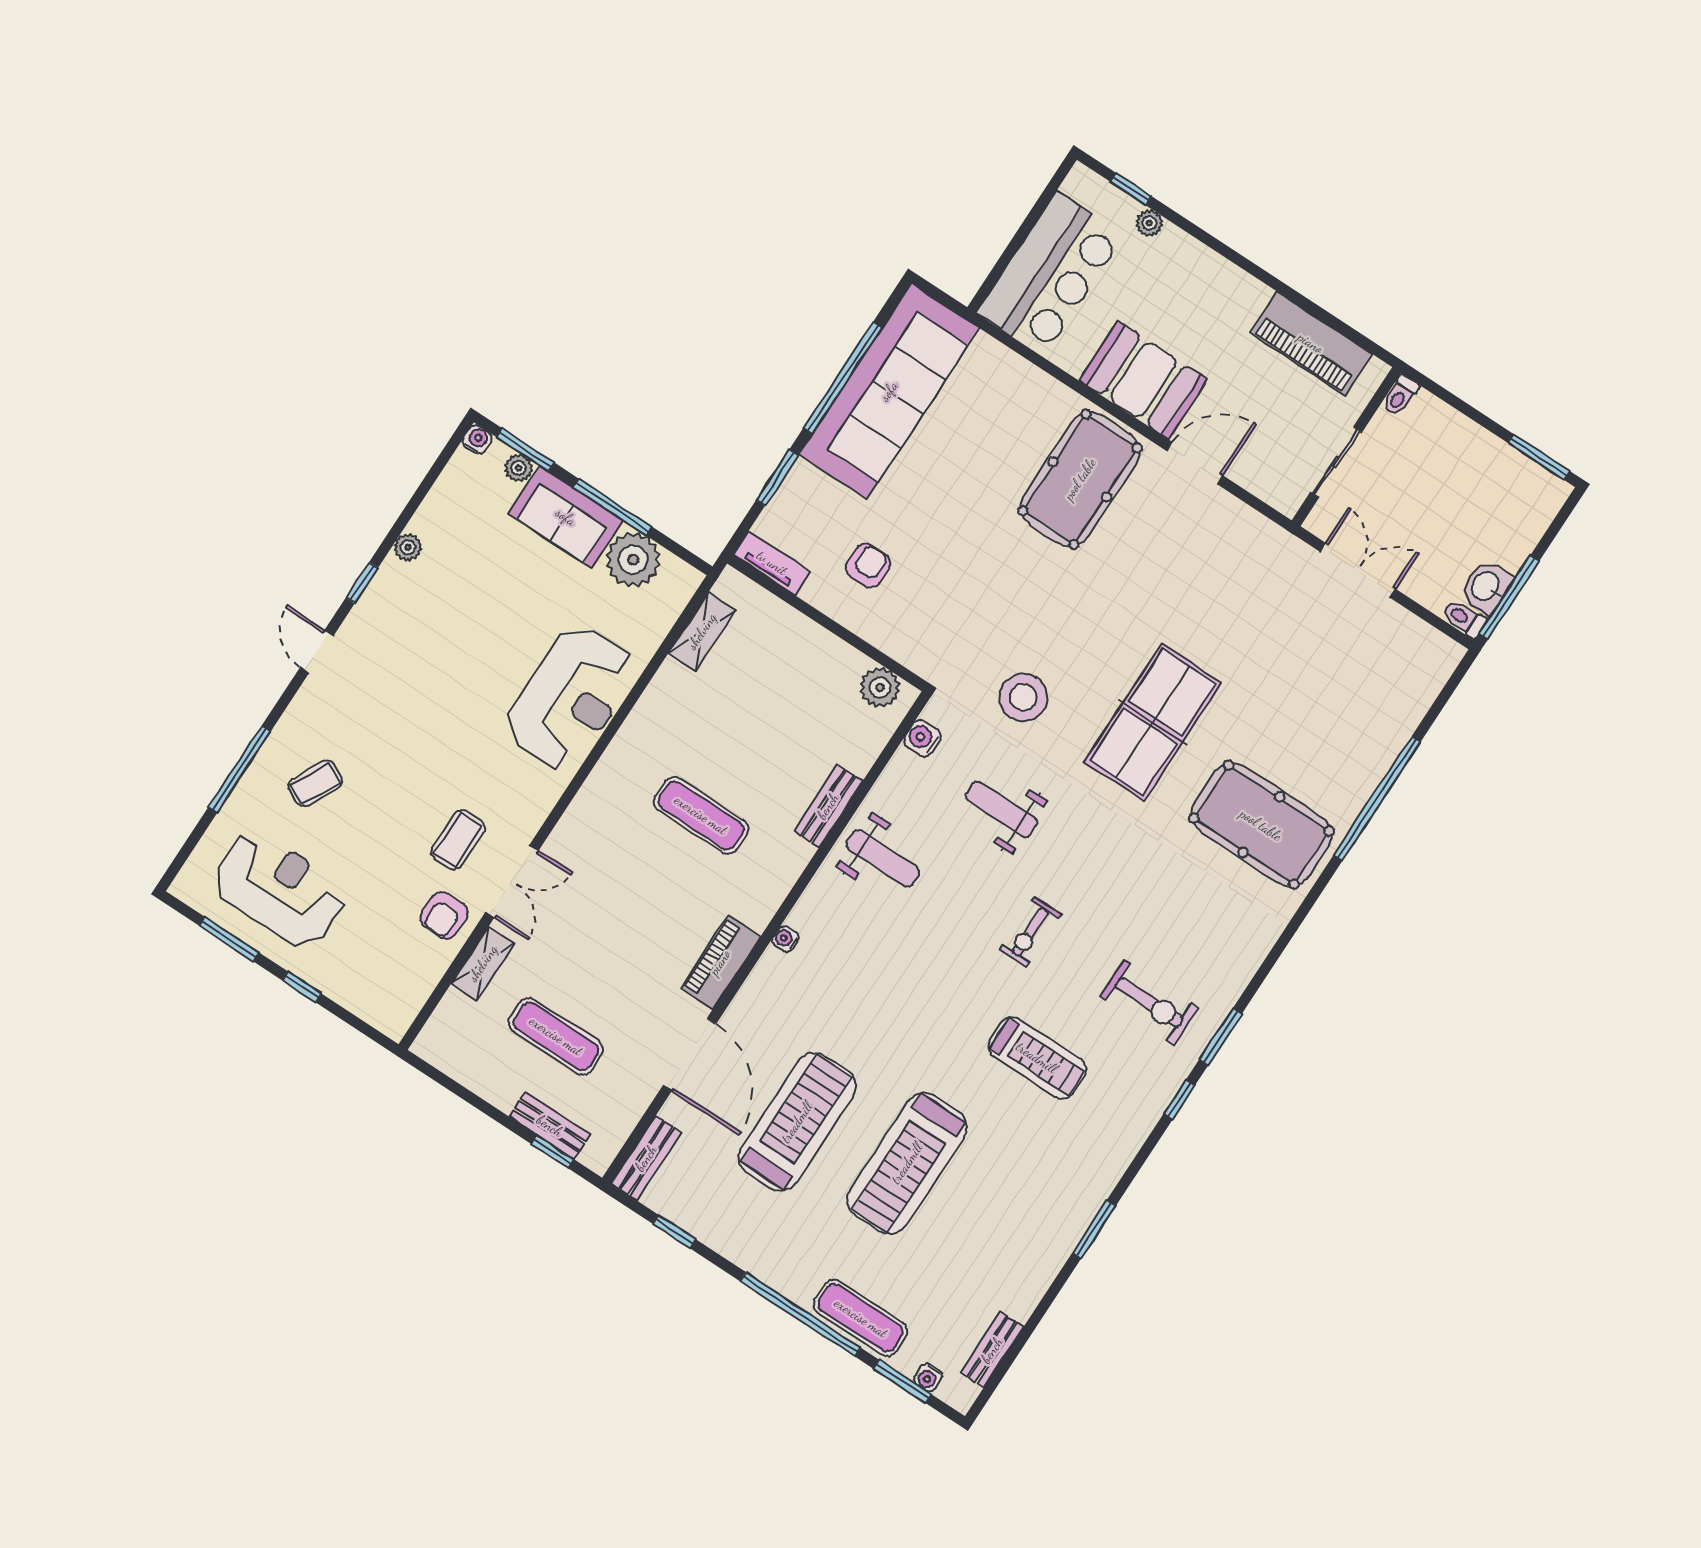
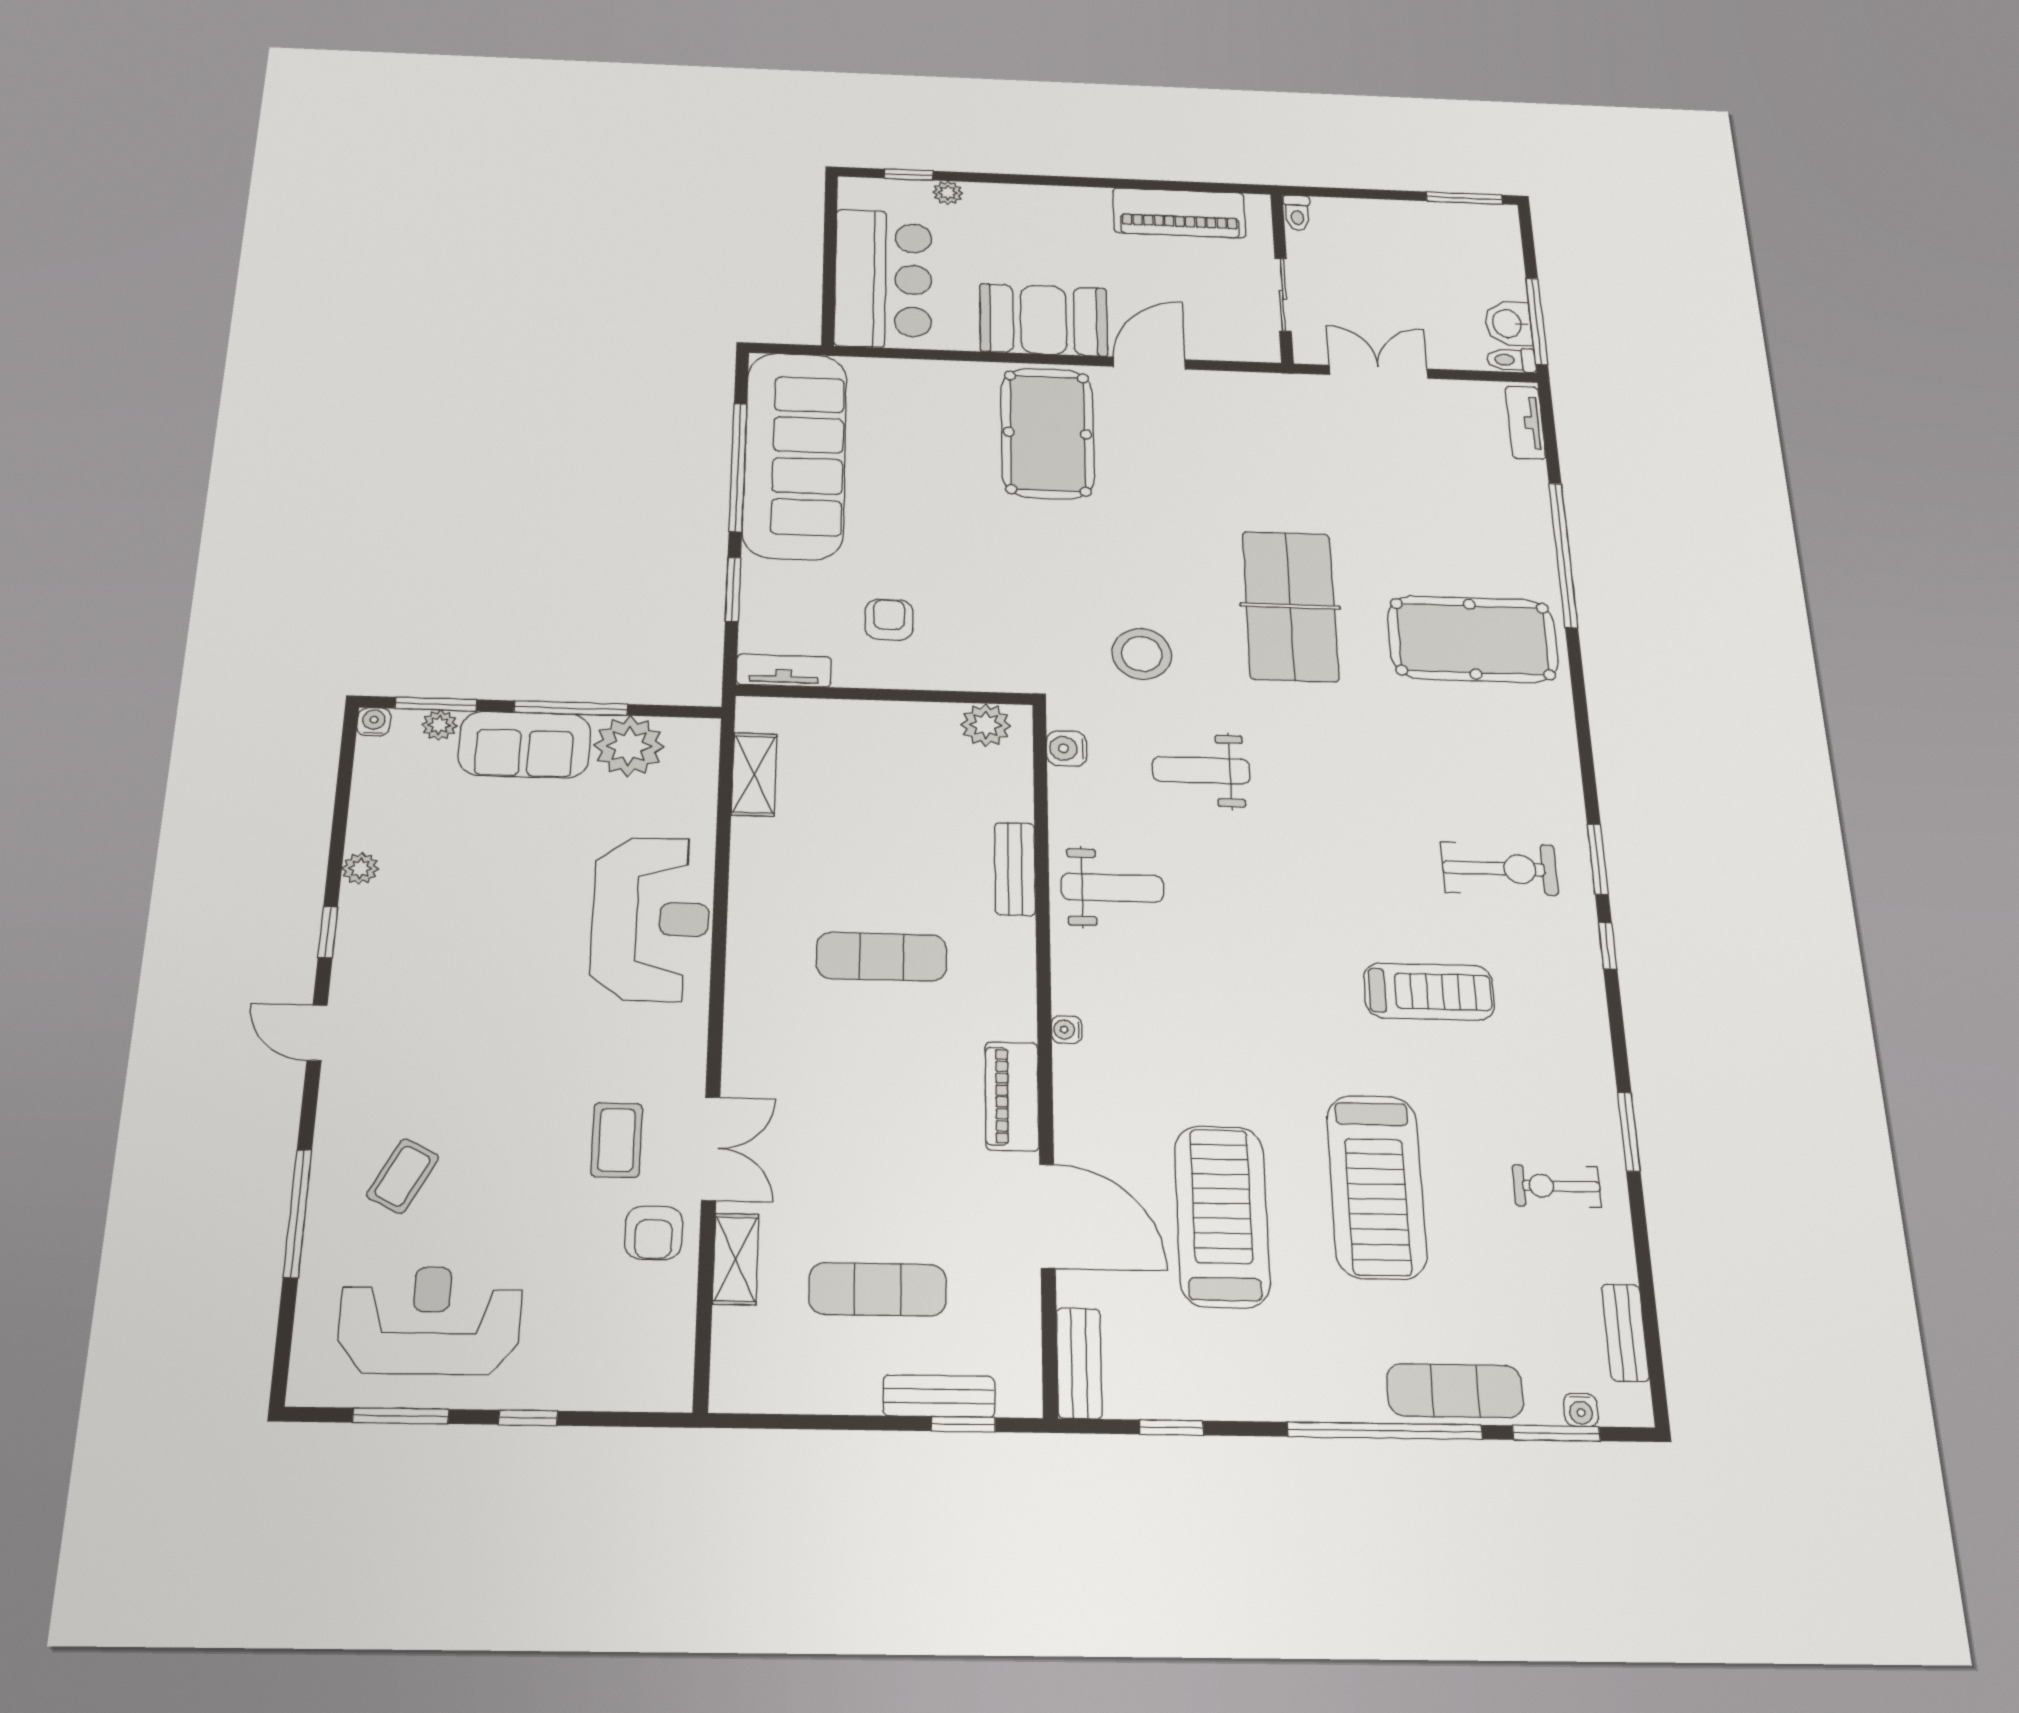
tv unit: (1434, 677) -> (1525, 423), added
exercise bike: (1030, 932) -> (1557, 1186), moved, turned 90

